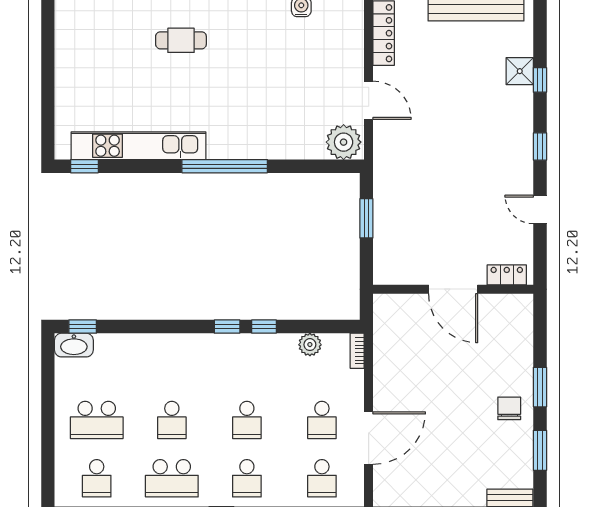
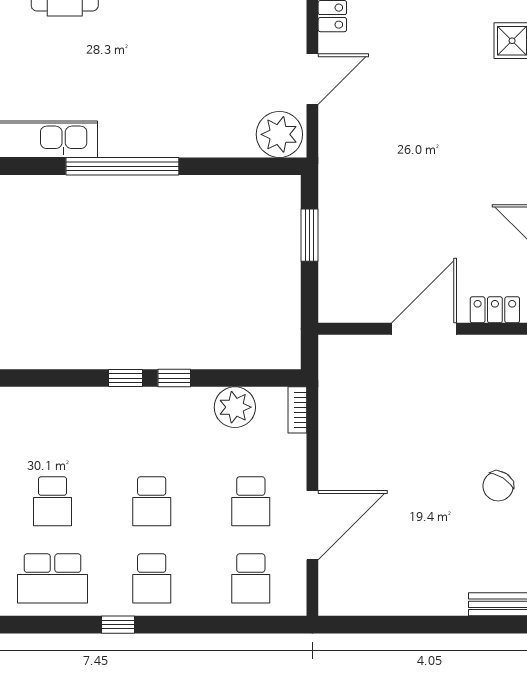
door: (369, 100) -> (312, 79), hinge flipped
door: (453, 289) -> (424, 329), swing flipped
plant: (310, 345) -> (235, 407), width x1.36, depth x1.36
chair: (509, 408) -> (498, 486), turned -147

